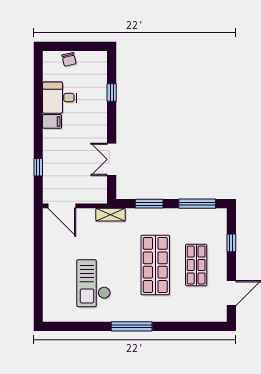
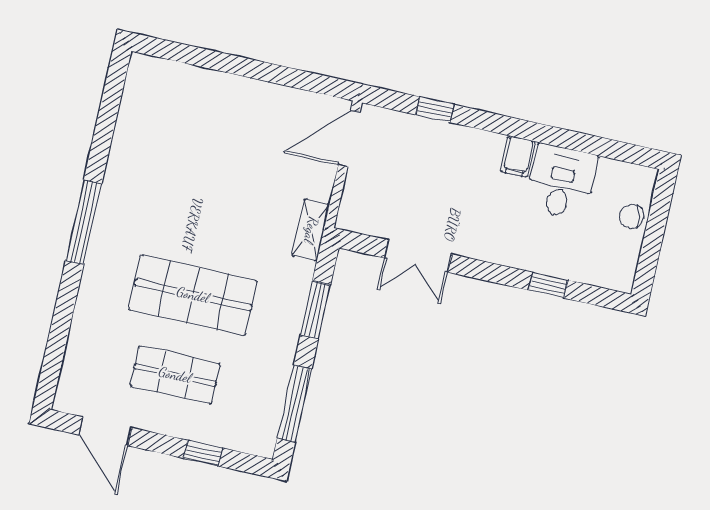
double door: (112, 159) -> (418, 256), swing flipped
checkout: (94, 283) -> (184, 167), removed

